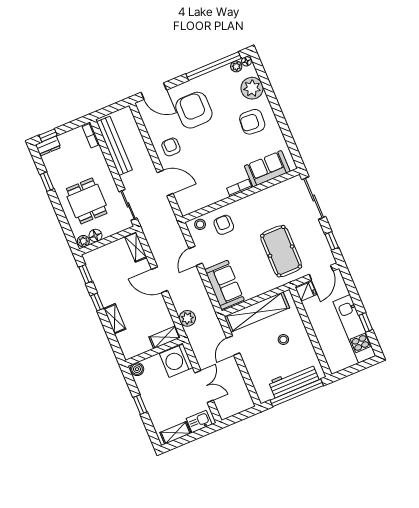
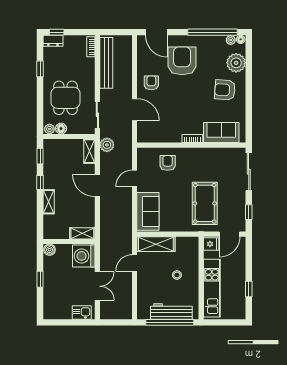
stool: (200, 224) -> (149, 155), removed
shelving: (257, 312) -> (156, 244), width x0.68
plant: (187, 318) -> (107, 145), moved
kitchen unit: (354, 329) -> (212, 288), moved, turned 180
shelving: (175, 433) -> (59, 314), removed

